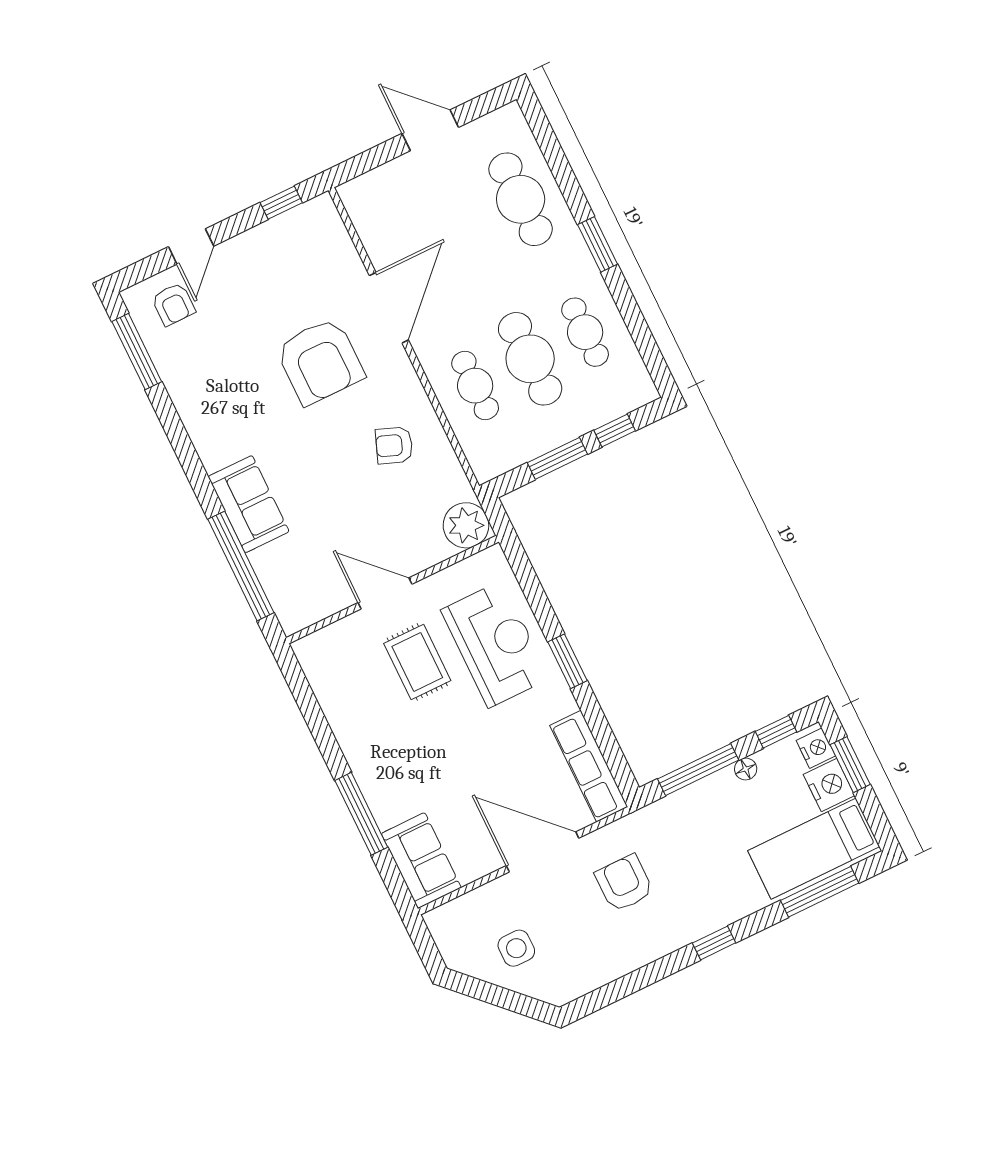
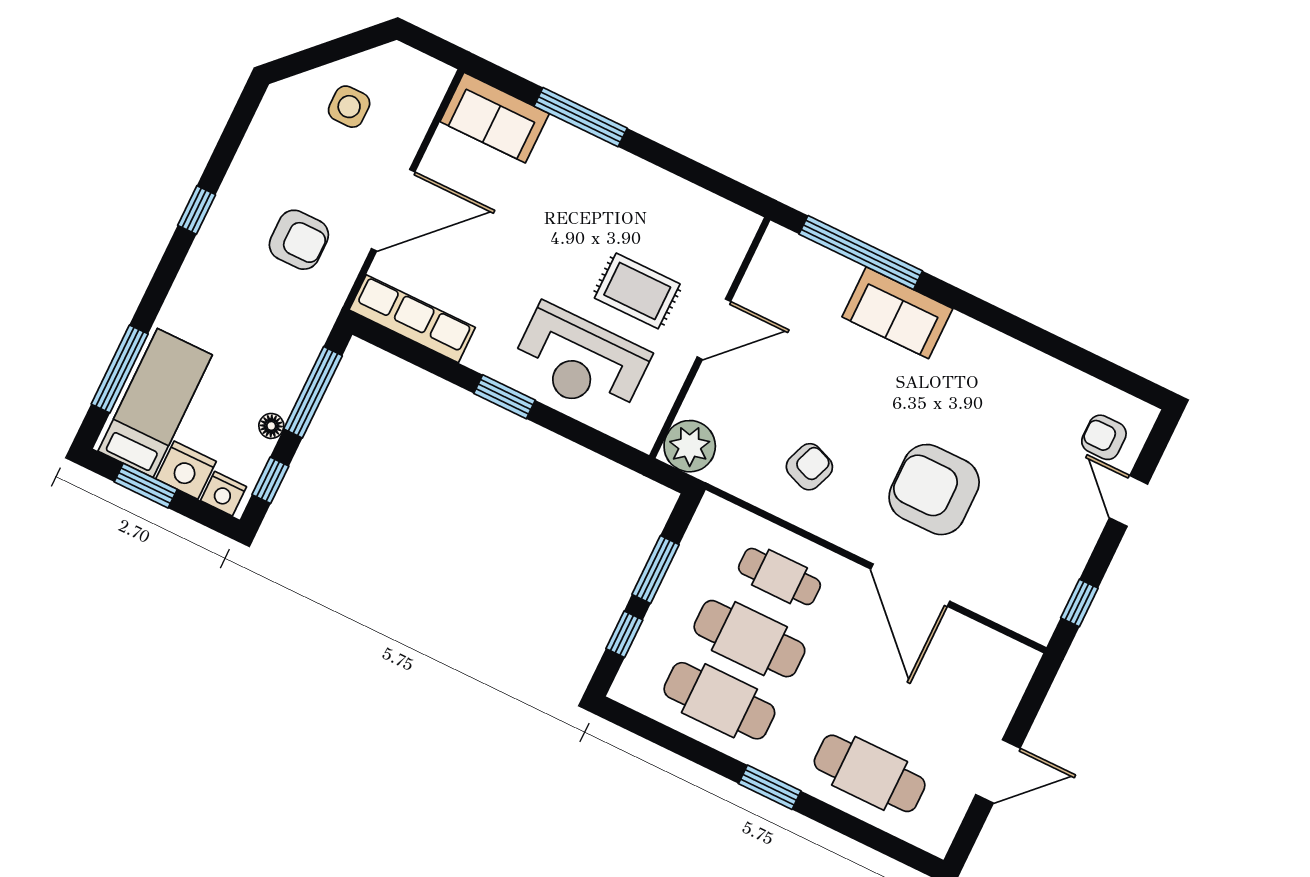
cafe table: (585, 332) -> (719, 701), width x1.37, depth x1.35
window: (137, 352) -> (1103, 370), removed
window: (850, 765) -> (146, 486), moved
window: (714, 943) -> (197, 210), moved

